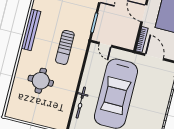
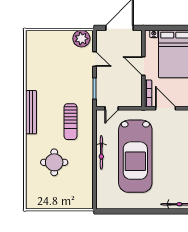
door: (105, 45) -> (112, 108), hinge flipped
bicycle: (81, 103) -> (101, 152), moved

